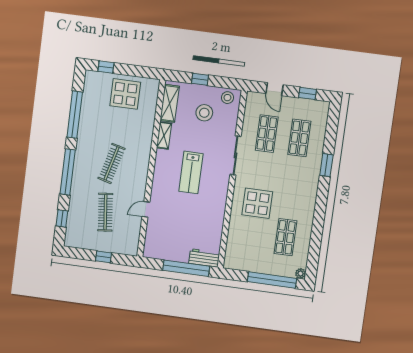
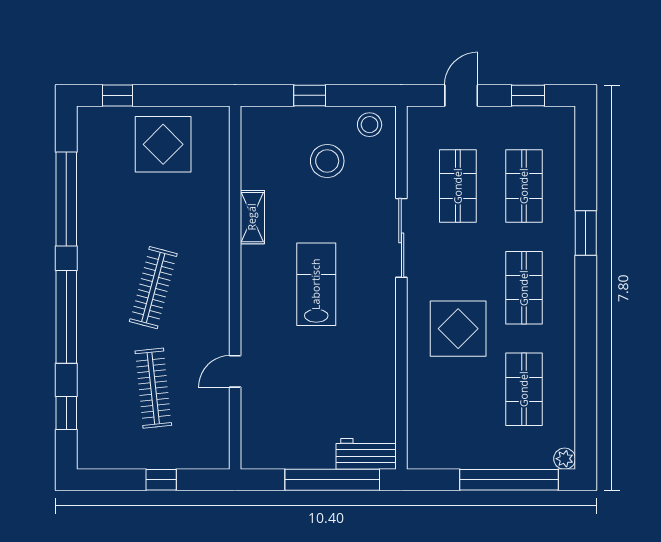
door: (275, 89) -> (461, 95), swing flipped
shelving: (170, 103) -> (255, 151), removed
lab bench: (191, 172) -> (316, 284), turned 180
shop shelf: (292, 188) -> (524, 288), added

